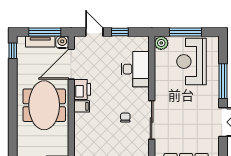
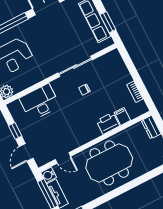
door: (71, 64) -> (63, 158), width x0.53
printer: (82, 89) -> (108, 123), moved
filing cabinet: (82, 106) -> (122, 116), moved

